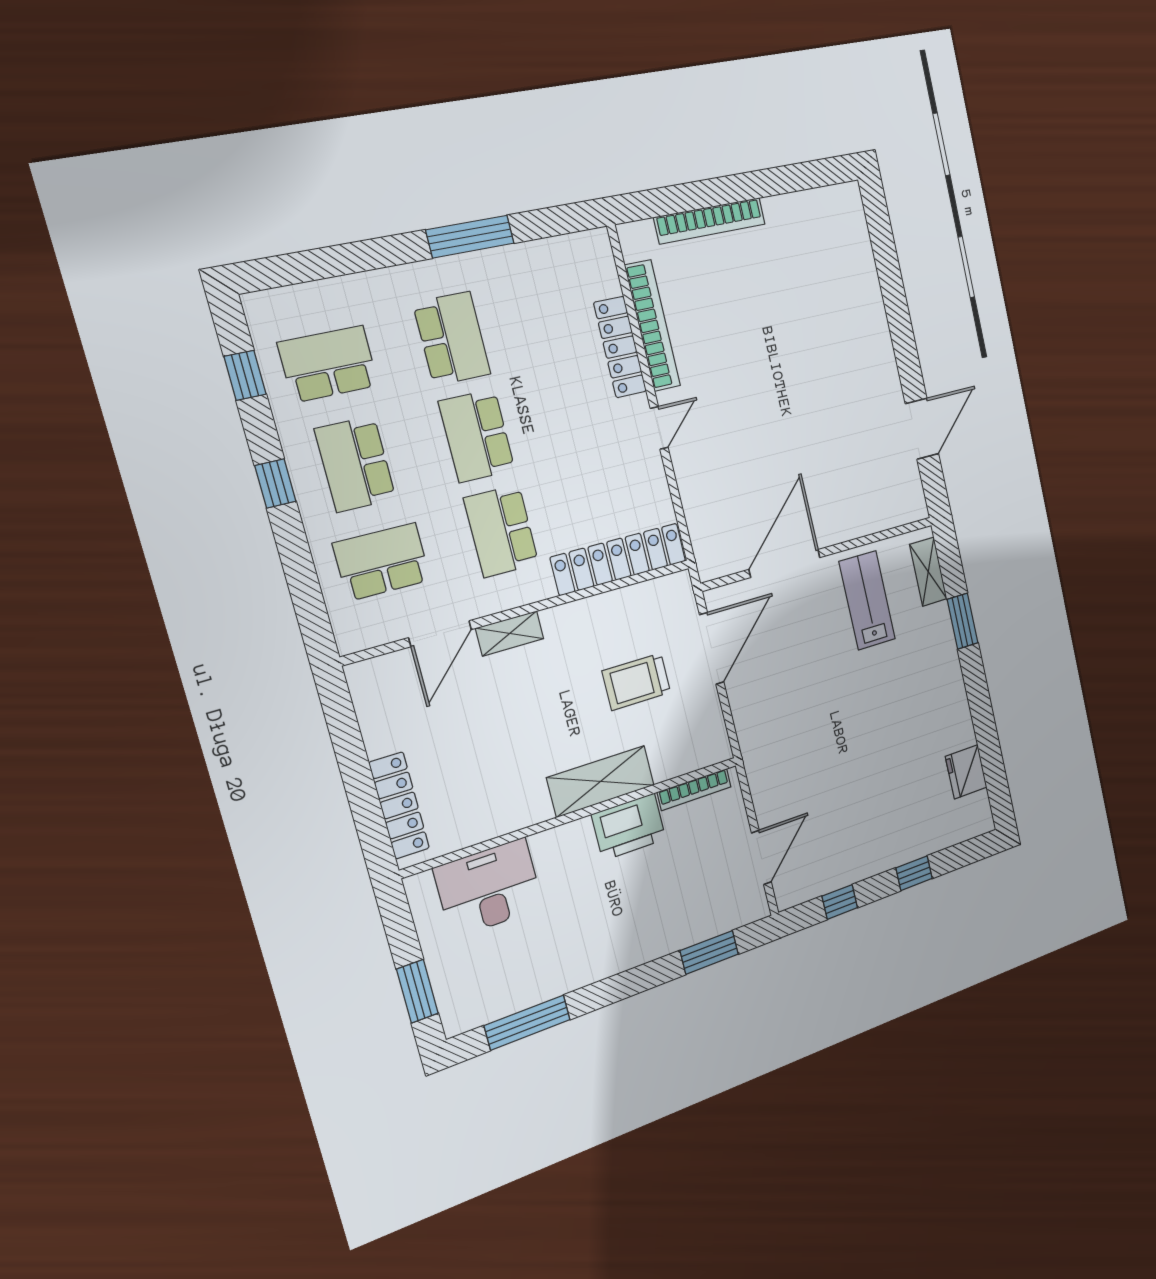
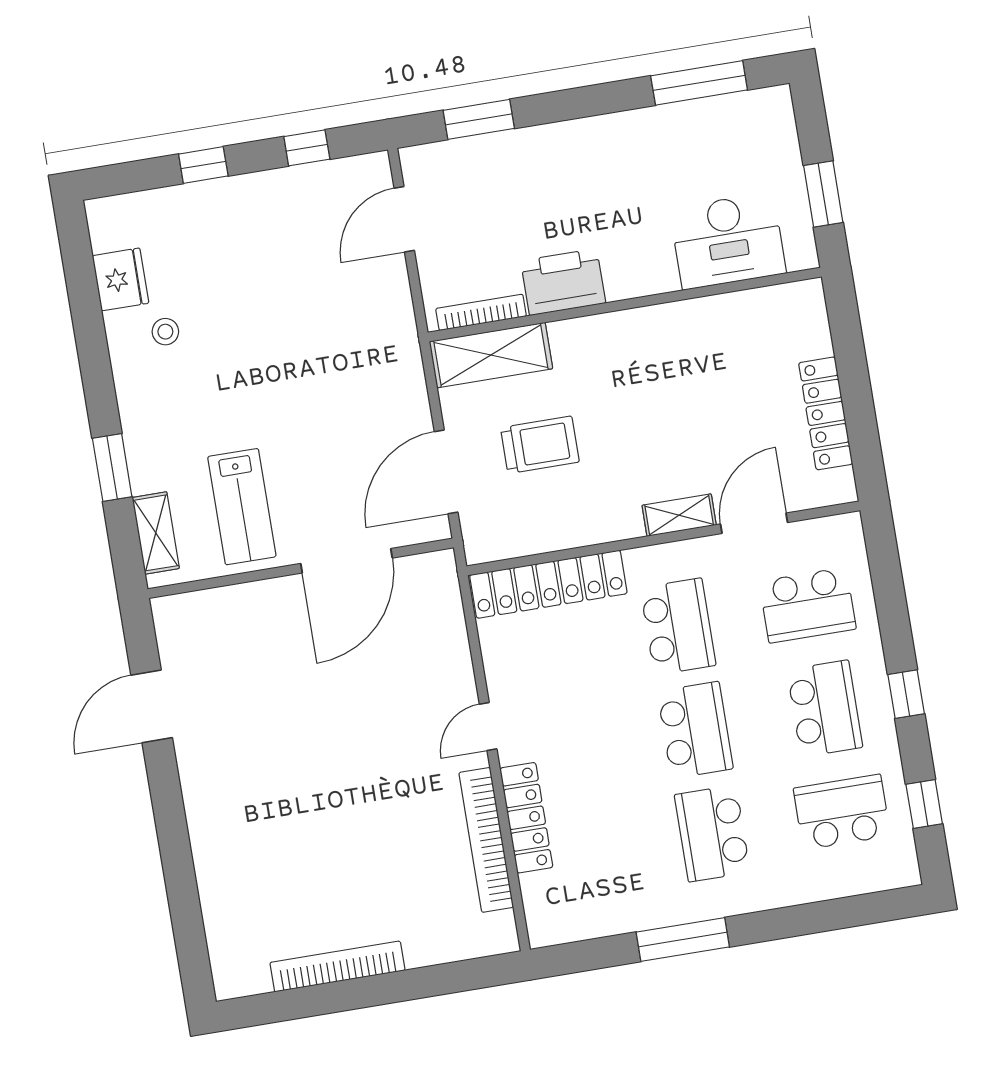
bookcase: (710, 221) -> (337, 966), moved
school desk: (328, 364) -> (842, 812), turned 180
stool: (932, 735) -> (165, 332), added
shelving: (601, 781) -> (491, 355), moved
locker: (399, 805) -> (826, 413), moved
window: (417, 991) -> (823, 194), moved

